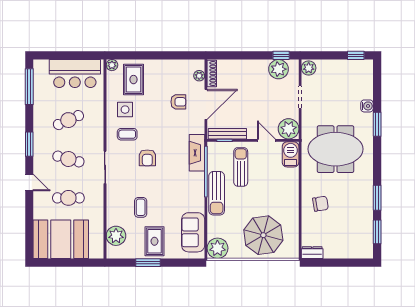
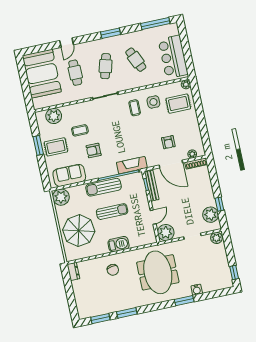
window: (281, 55) -> (219, 204), moved
barbecue: (291, 154) -> (119, 244), moved
armchair: (147, 158) -> (94, 151), moved
sun lounger: (241, 167) -> (112, 212), moved
door: (29, 183) -> (67, 43), moved

